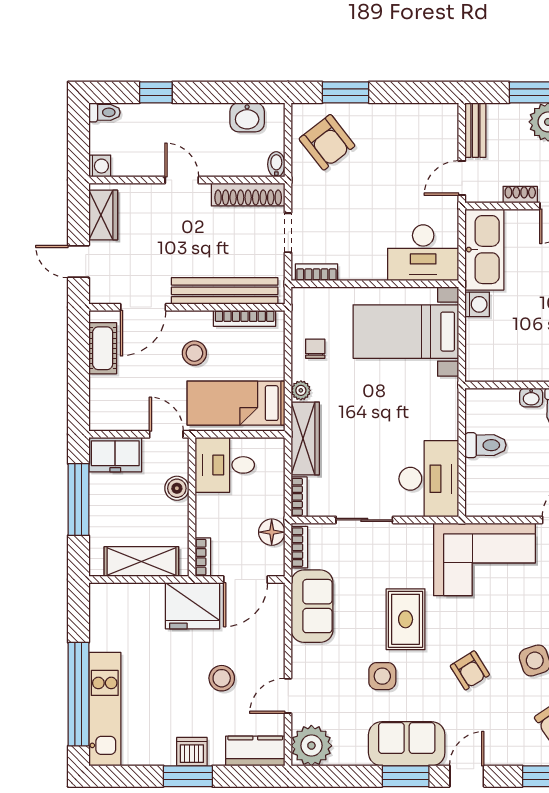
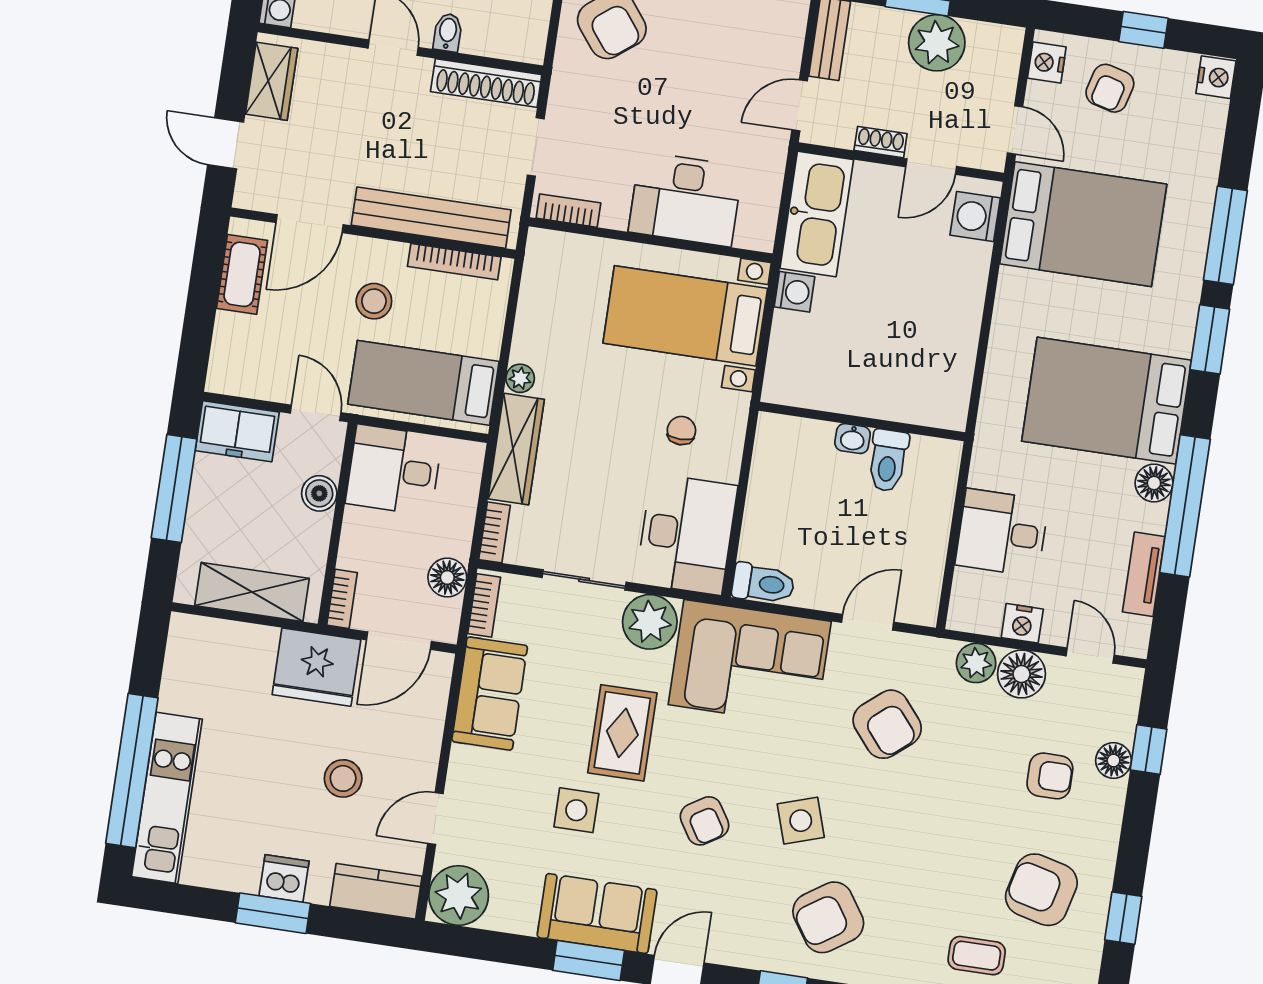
bidet: (276, 164) -> (448, 32), moved
desk: (423, 253) -> (686, 199), moved
chair: (315, 349) -> (681, 431), moved
toilet: (486, 445) -> (763, 584), moved
plant: (413, 542) -> (650, 622), added

